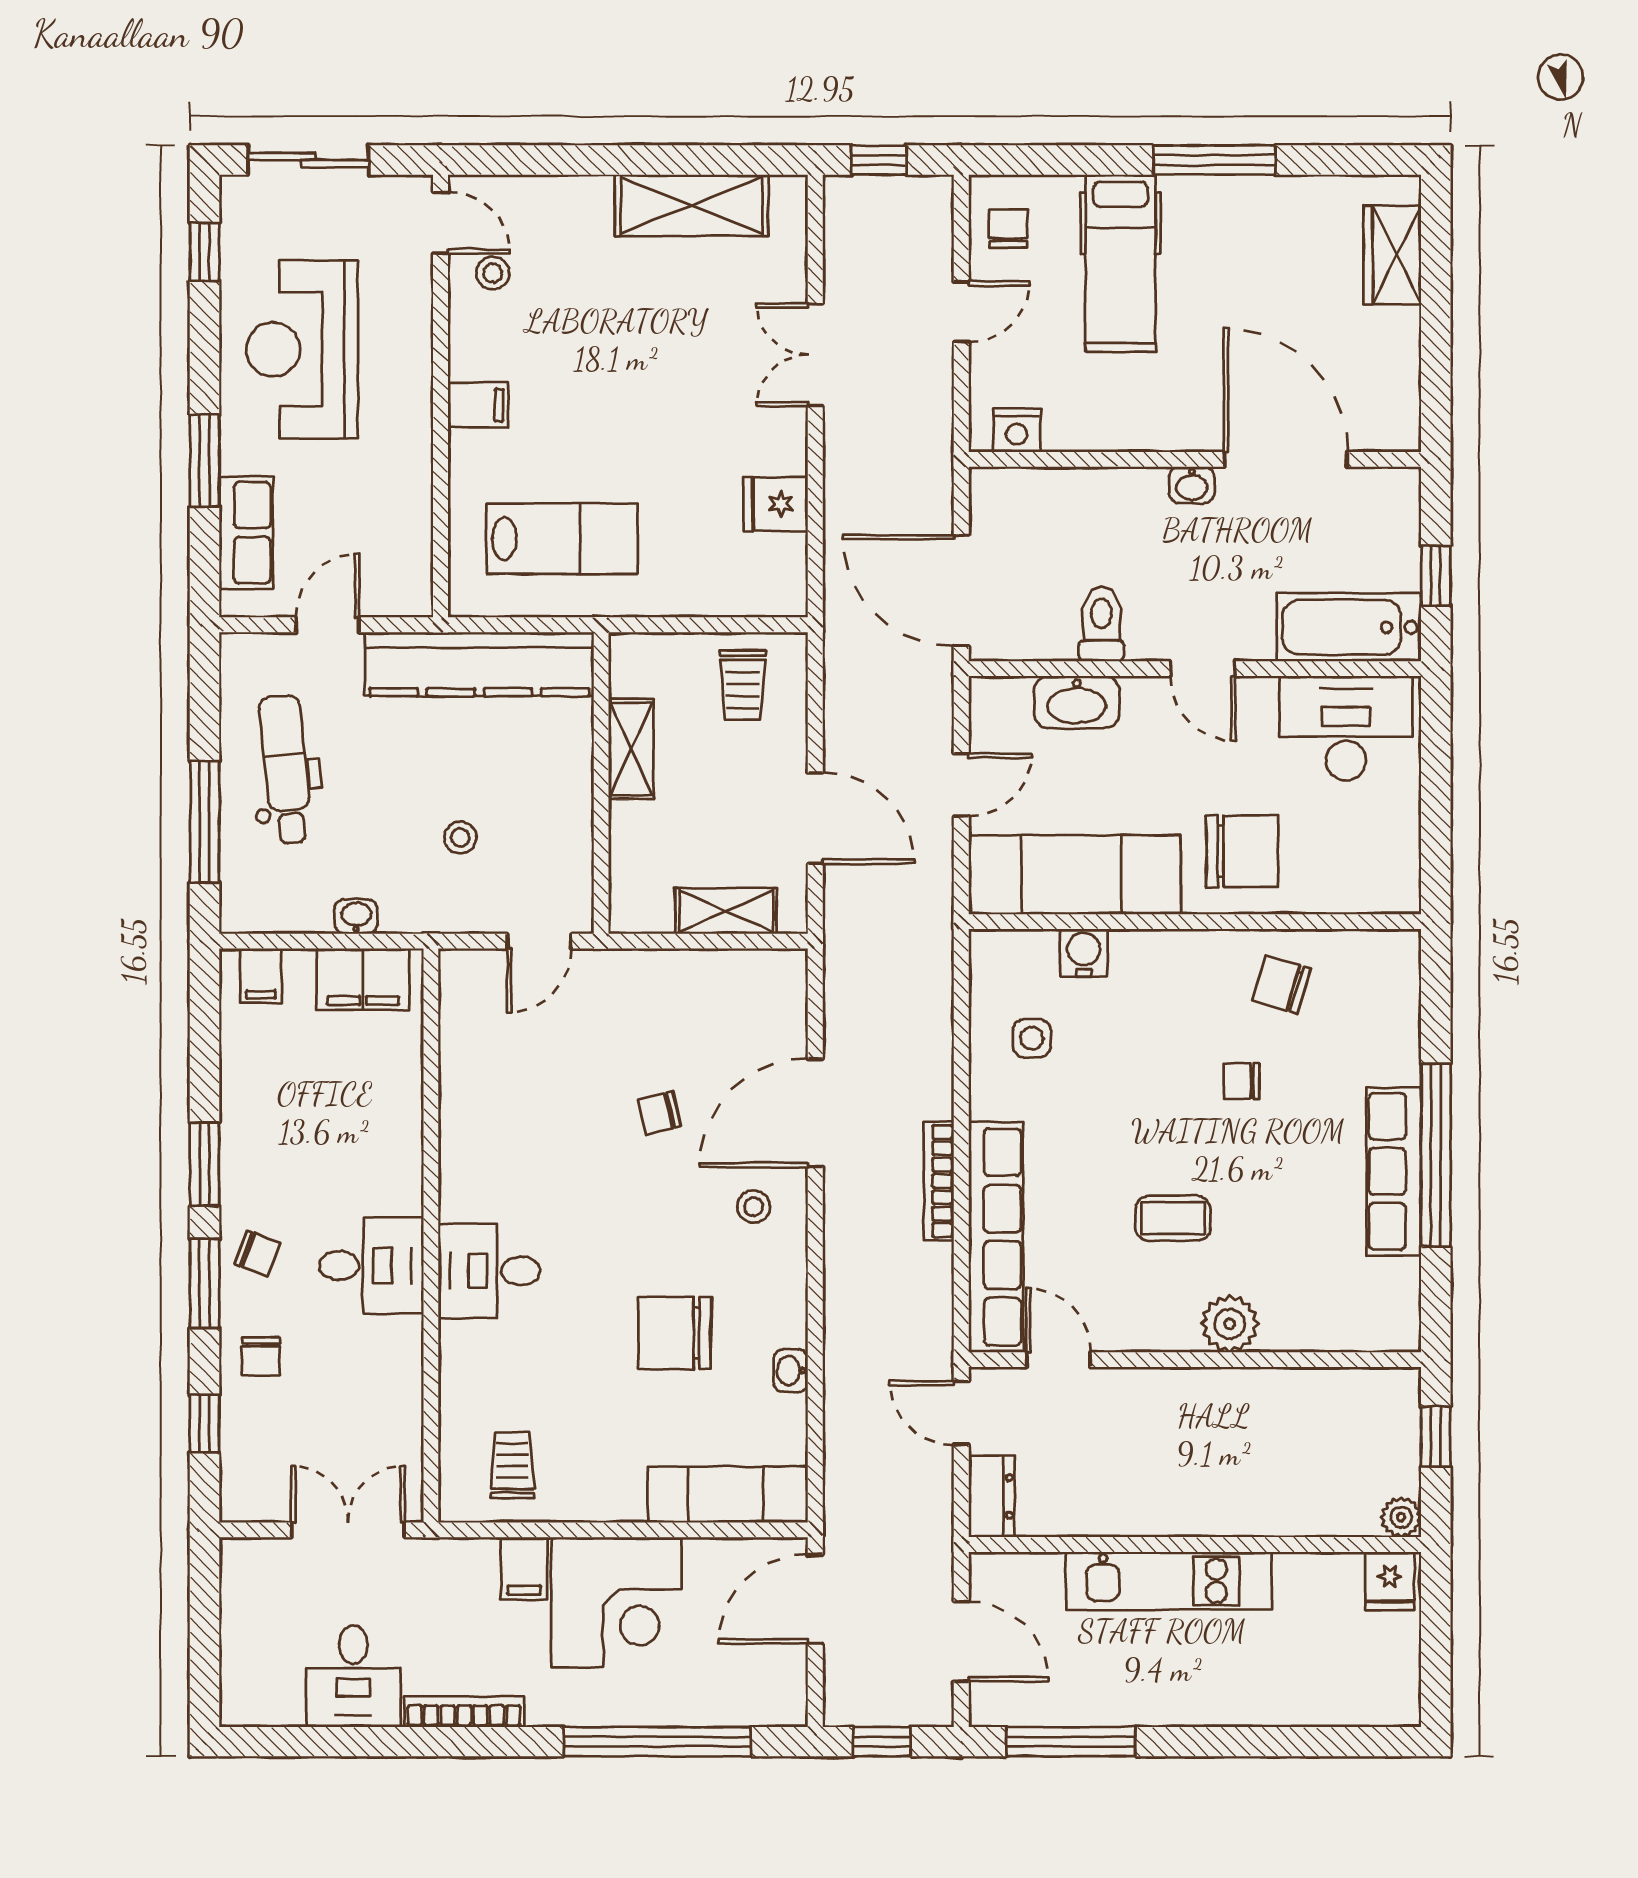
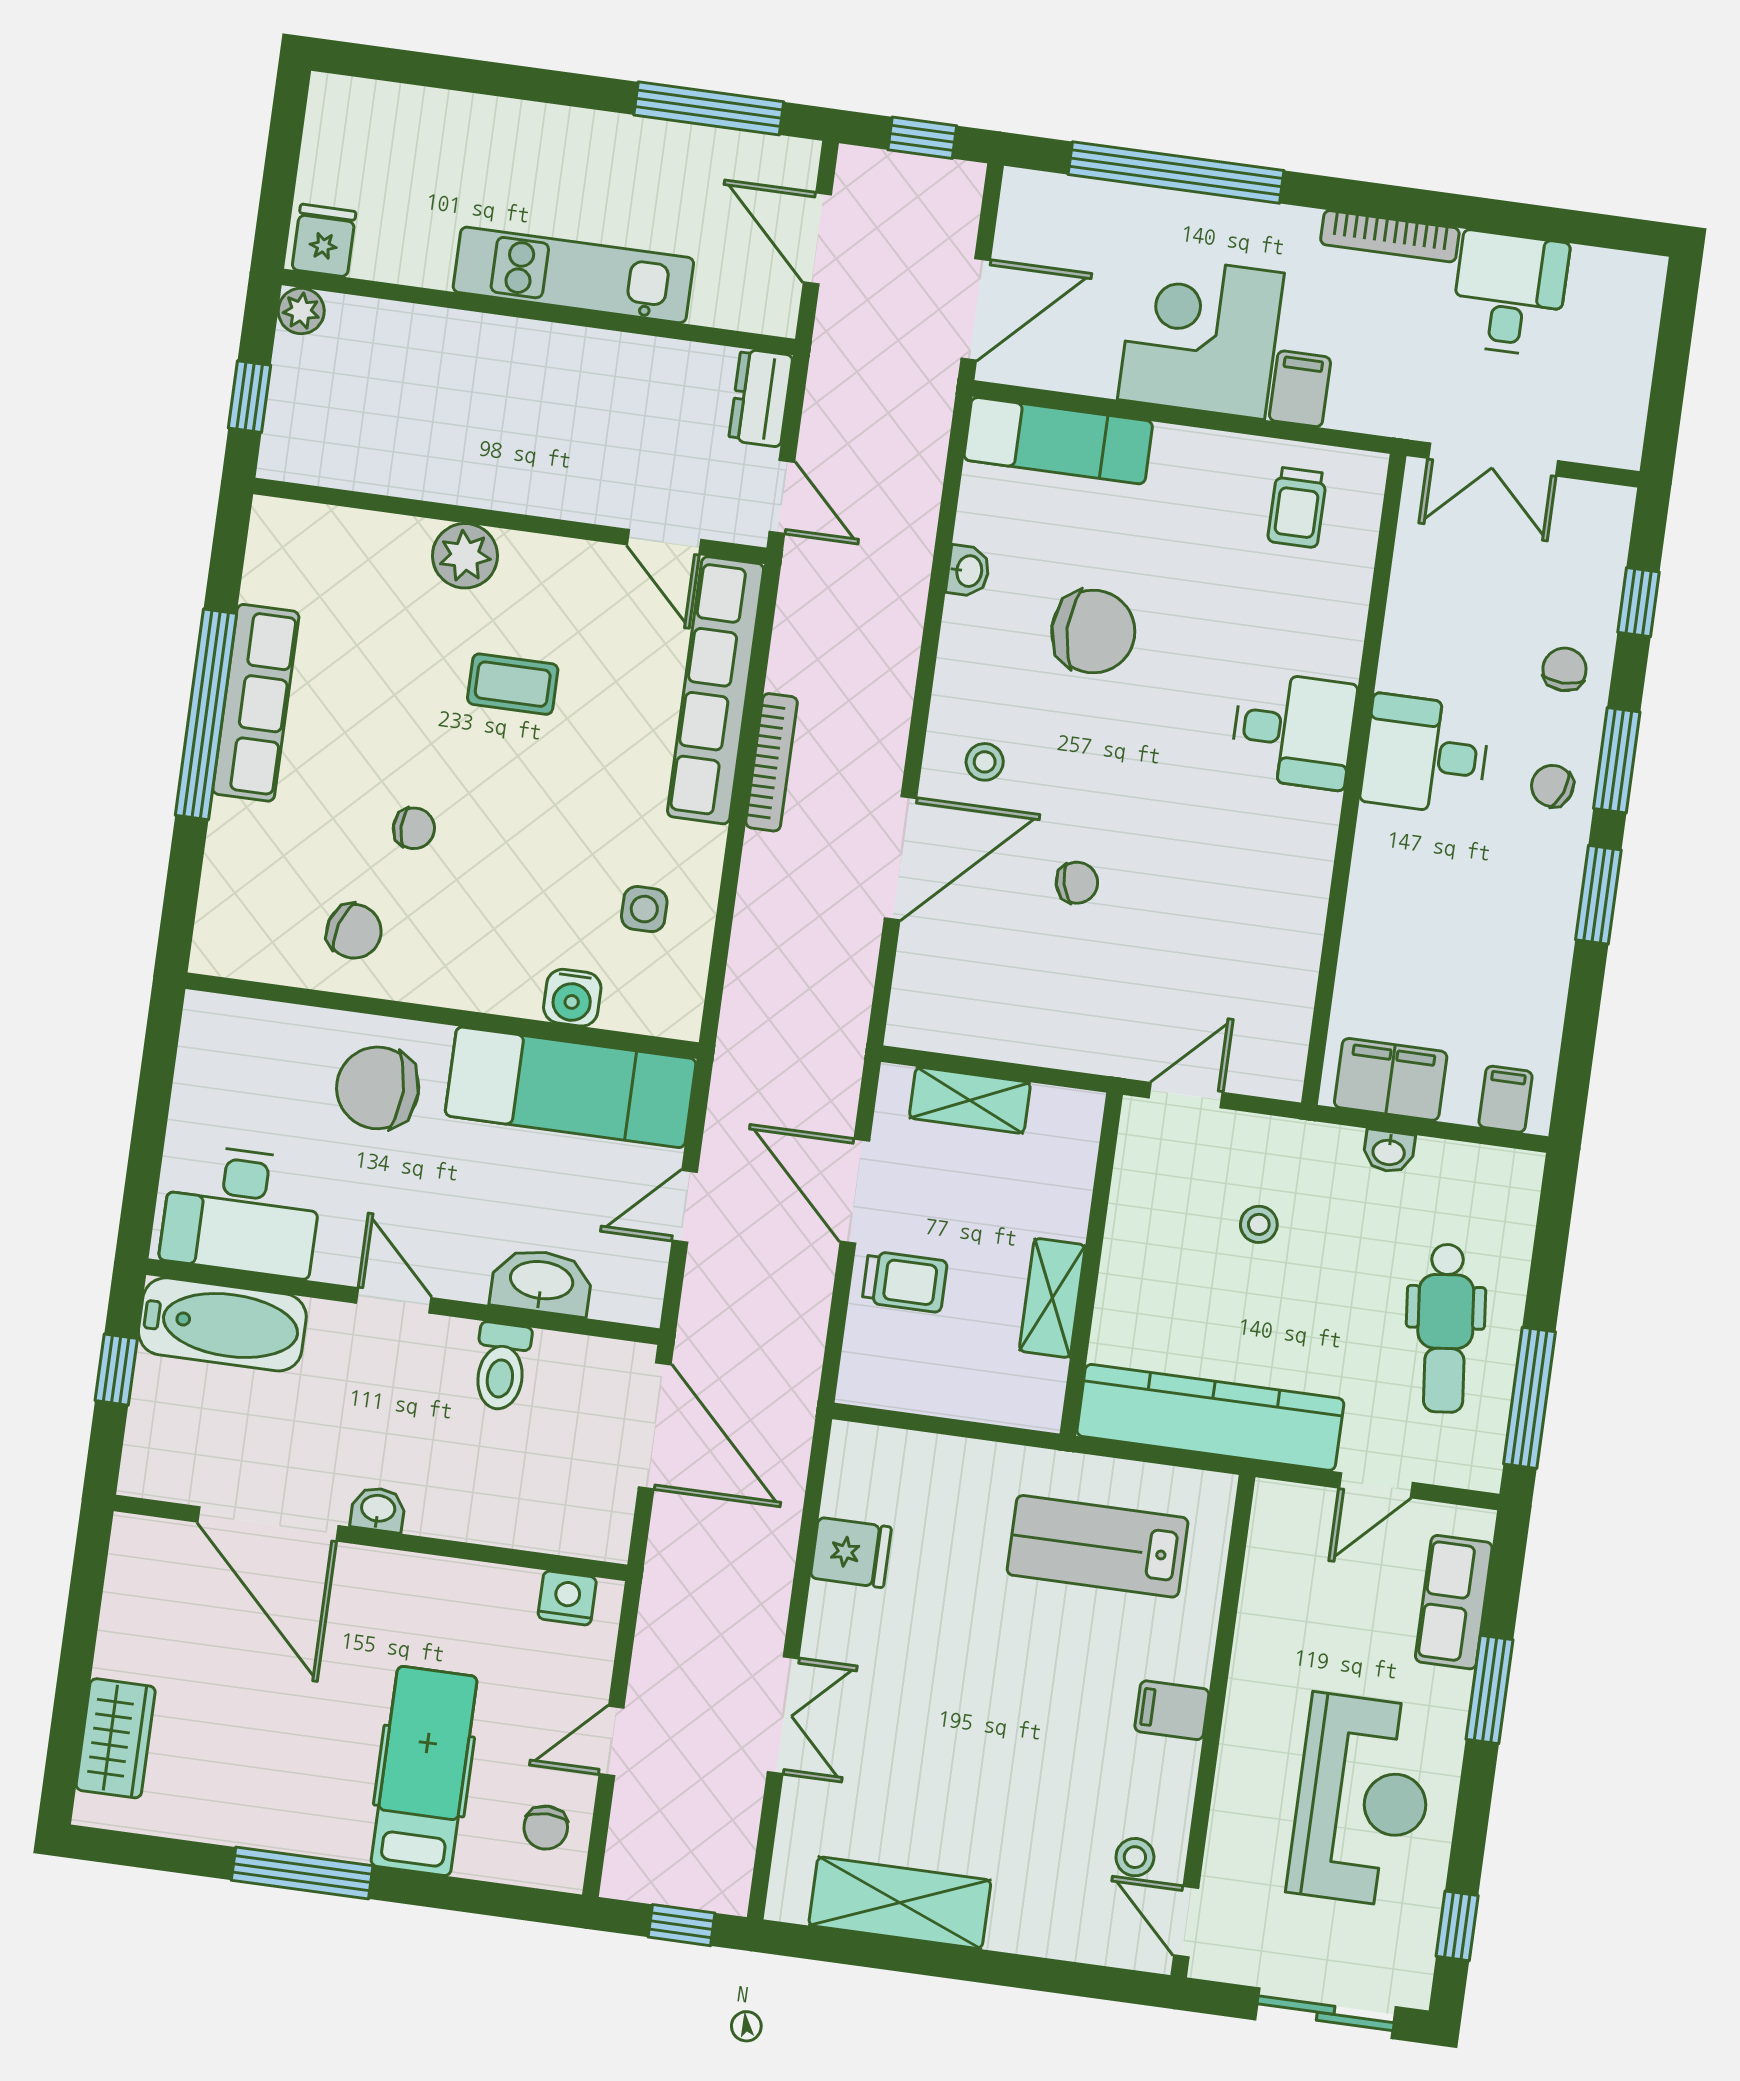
trolley: (743, 685) -> (905, 1282), moved, turned 90
window: (205, 822) -> (1529, 1398), moved

